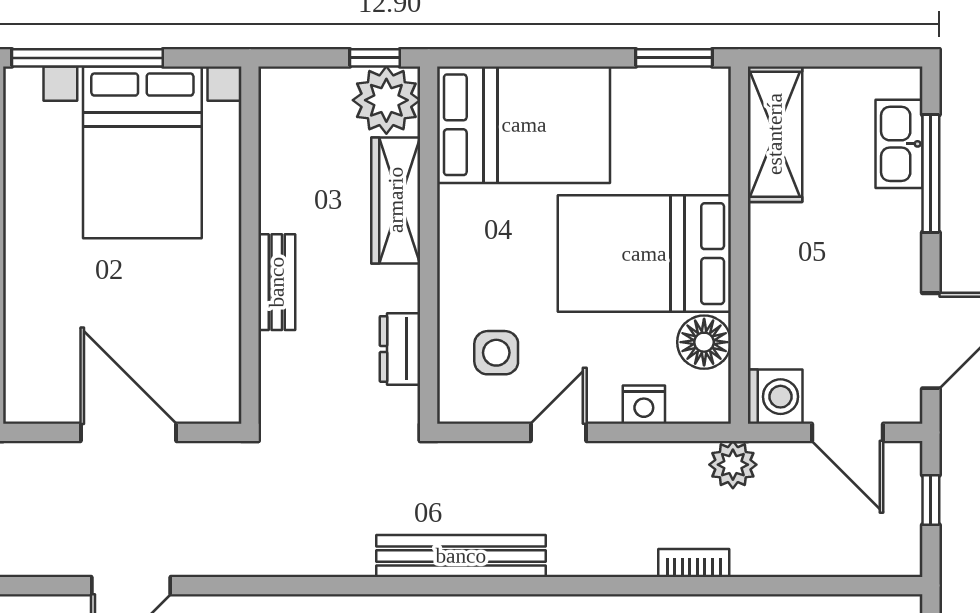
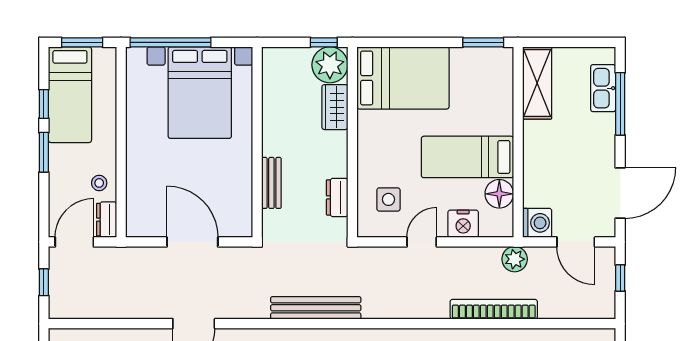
wardrobe: (396, 200) -> (335, 107), width x0.67
bed: (644, 254) -> (467, 157), width x0.67
bench: (277, 282) -> (271, 183), moved
nightstand: (644, 405) -> (463, 224), width x1.36, depth x1.33
bench: (461, 556) -> (316, 308), moved
bookcase: (694, 563) -> (494, 309), width x2.31, depth x1.31

